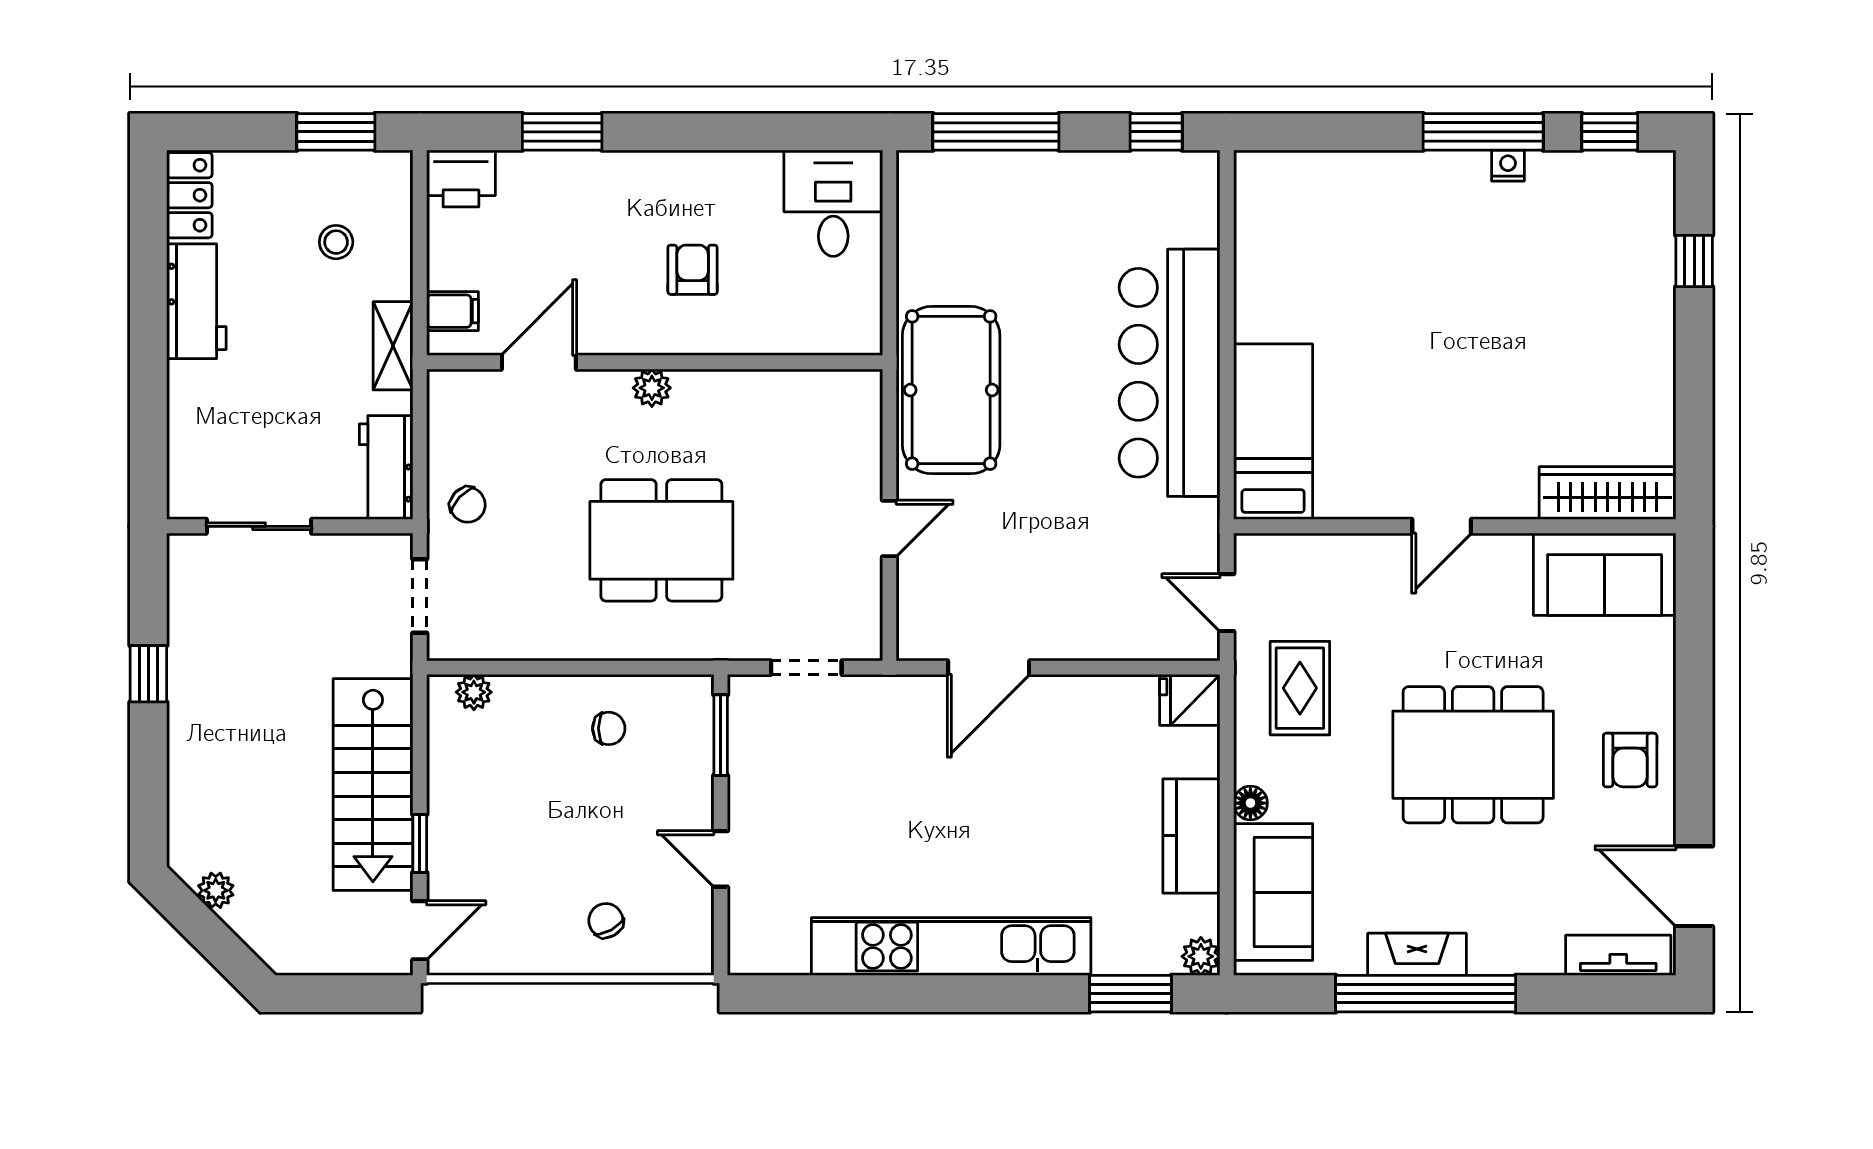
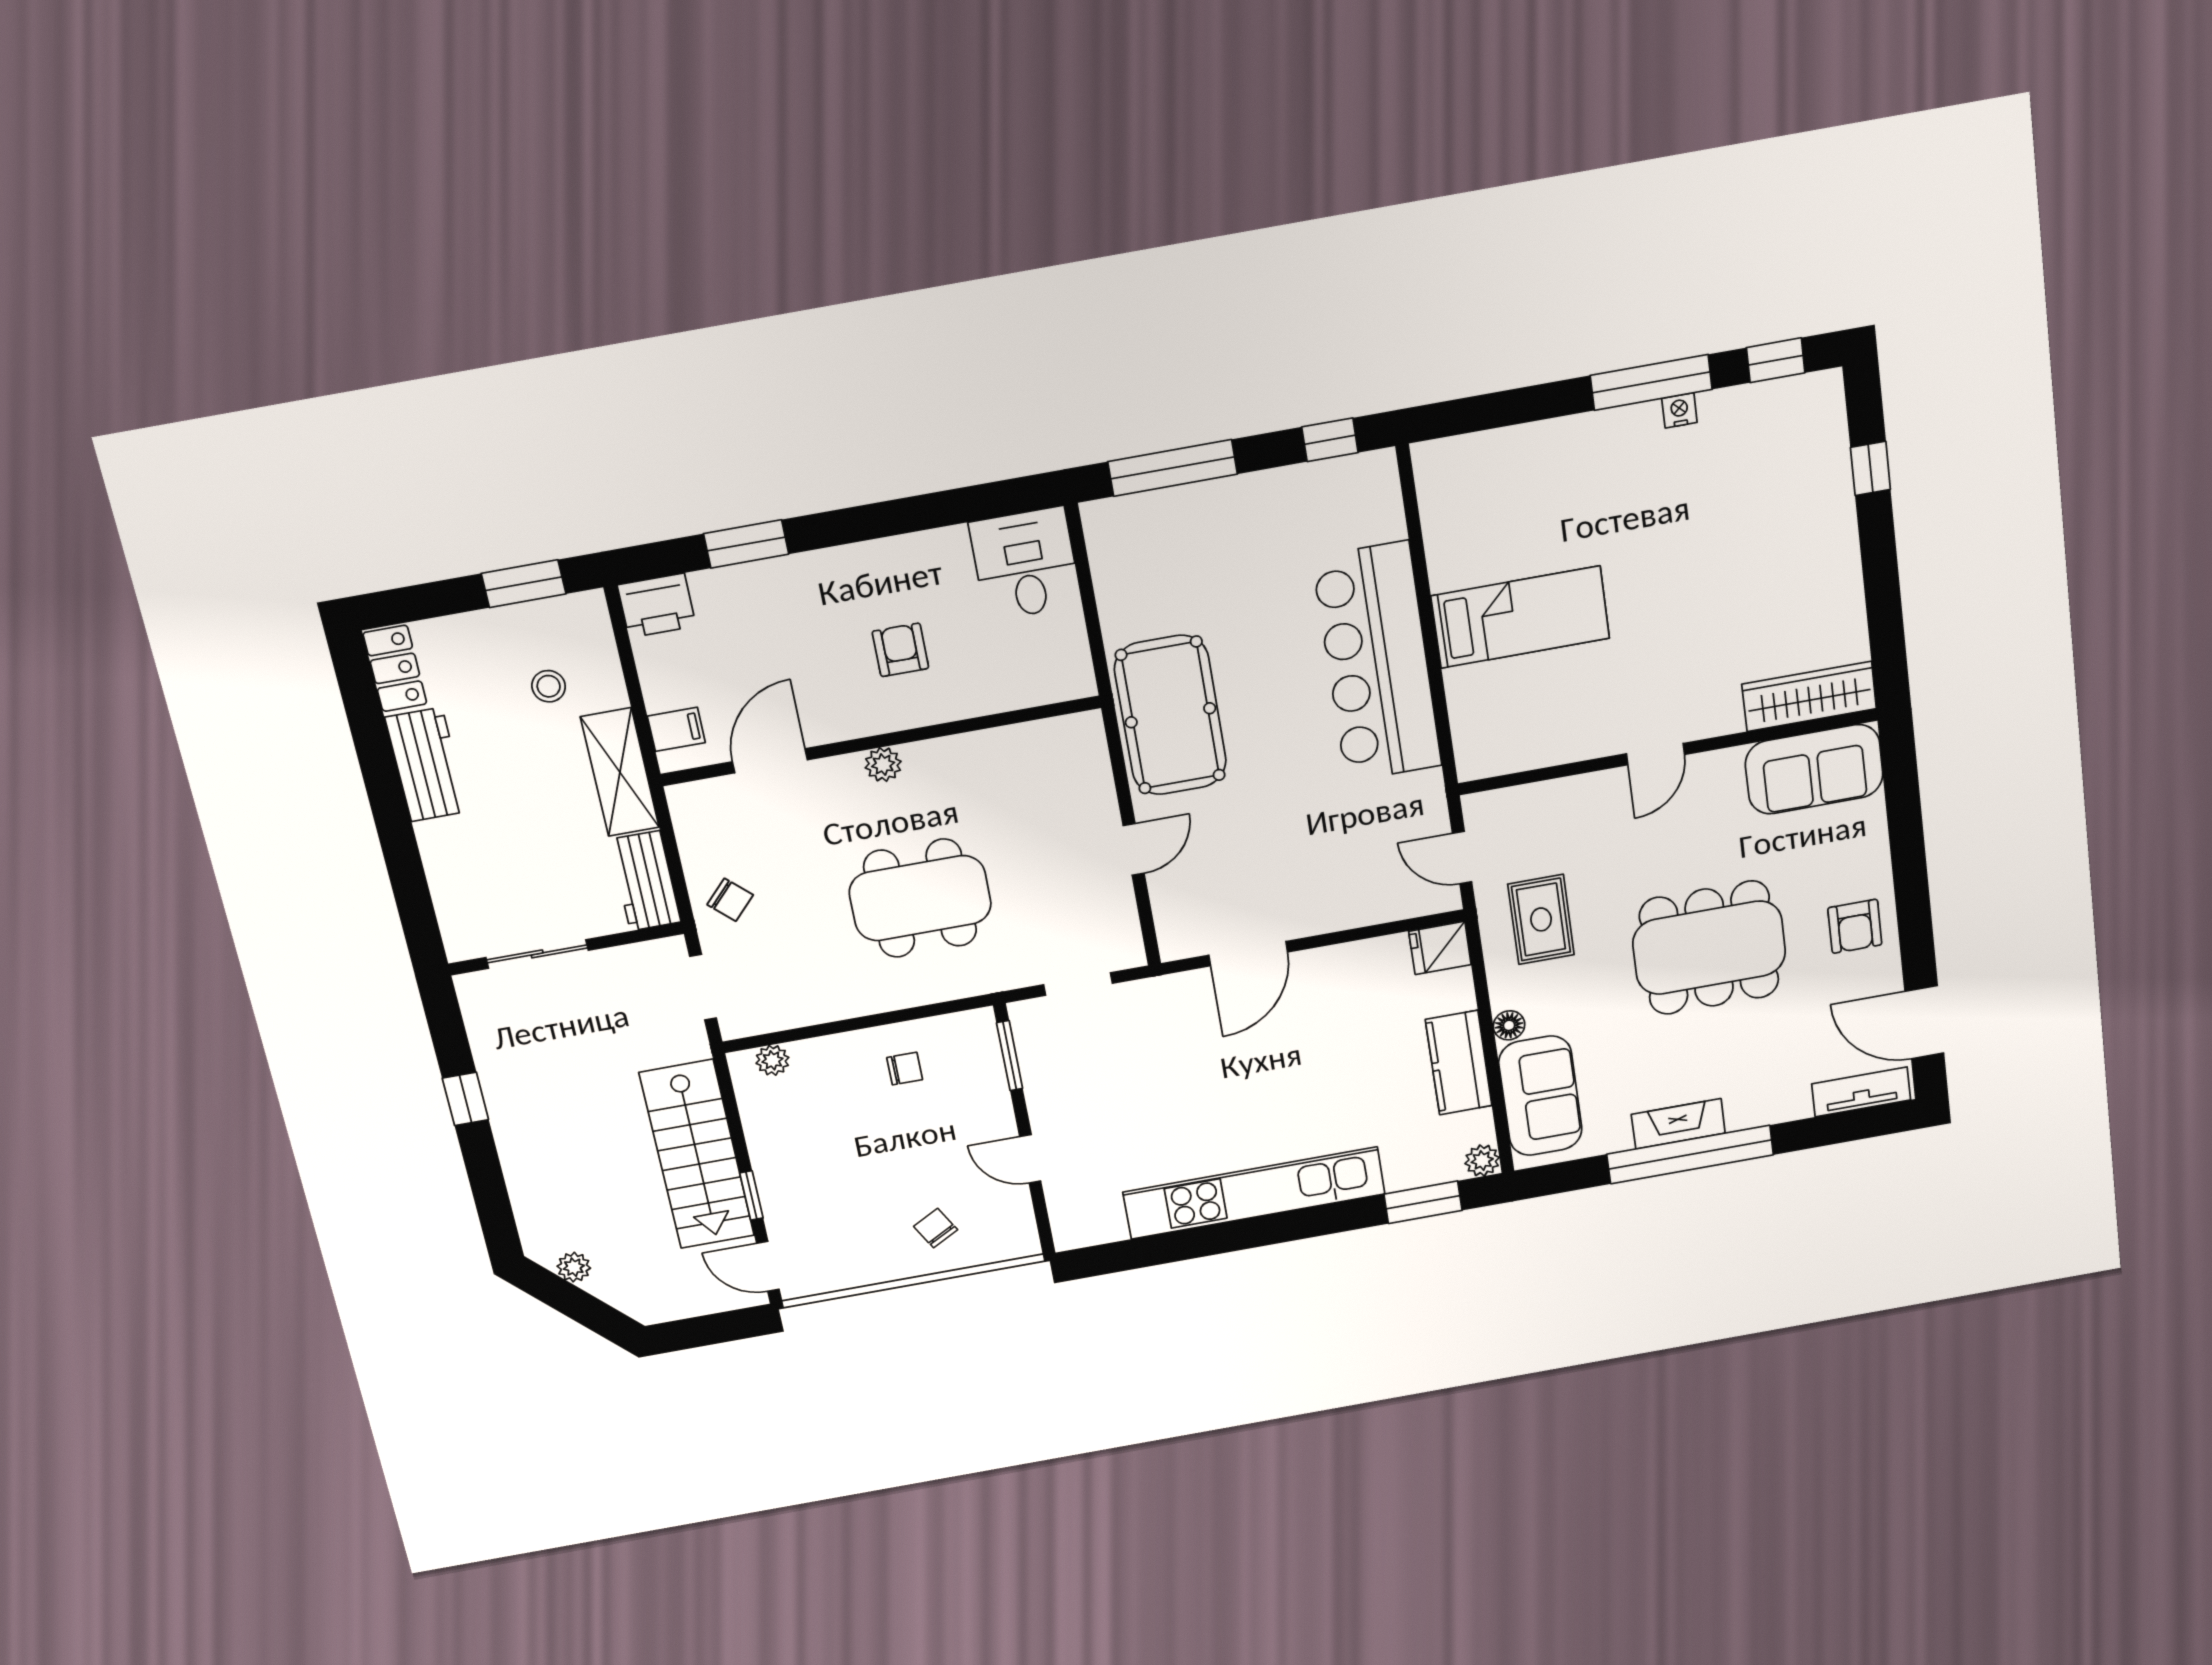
shelving: (393, 346) -> (620, 772), width x1.50, depth x1.33
bed: (1273, 432) -> (1520, 617), moved, turned 90
door: (420, 930) -> (768, 1266), swing flipped

